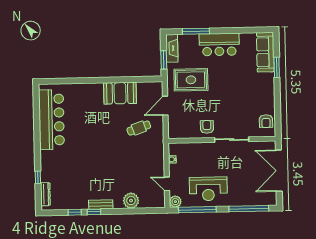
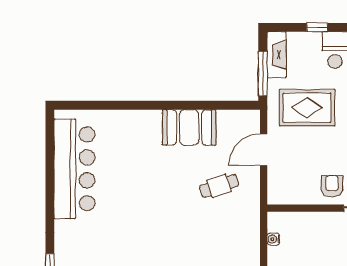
window: (196, 31) -> (317, 27), width x0.46
window: (164, 60) -> (263, 74), width x1.44

